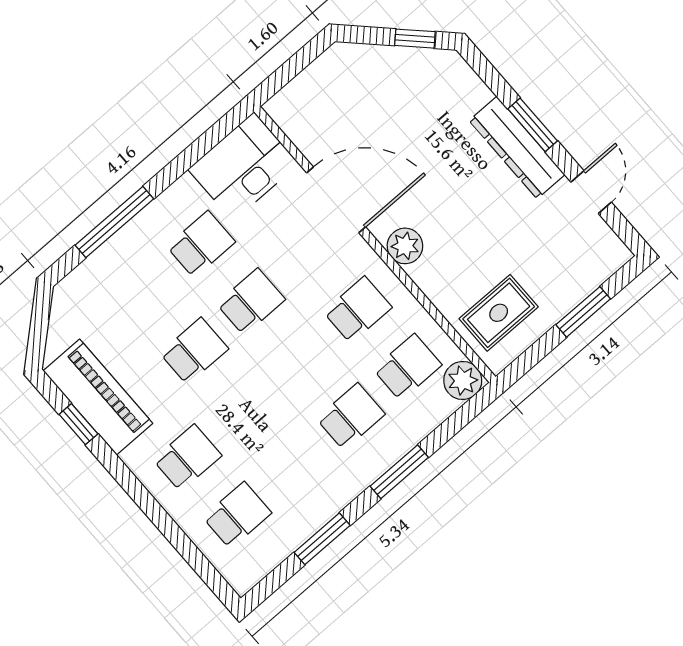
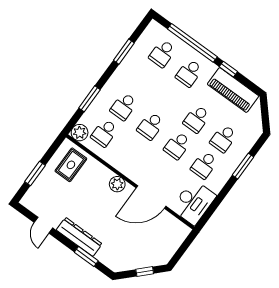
window: (415, 39) -> (145, 271), moved
window: (533, 125) -> (86, 256), moved
window: (114, 222) -> (243, 166), width x0.69
school desk: (144, 294) -> (223, 139), added
school desk: (358, 310) -> (150, 126), moved
window: (78, 424) -> (228, 69), moved
window: (399, 472) -> (90, 99), moved
window: (165, 523) -> (192, 43), added

